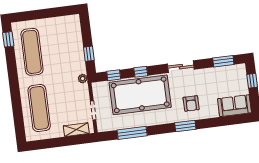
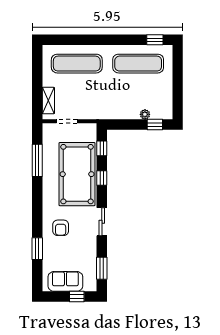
window: (89, 54) -> (155, 124), moved
plant: (83, 79) -> (145, 114), moved
armchair: (191, 104) -> (61, 228), turned -90
sofa: (234, 106) -> (65, 281), moved, turned -90
window: (185, 126) -> (37, 249), moved

